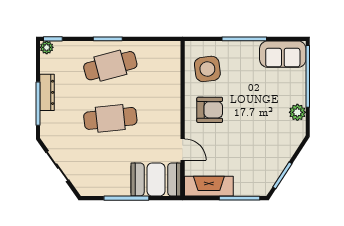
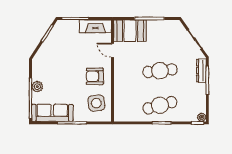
sofa: (283, 54) -> (52, 113), width x1.36
dresser: (47, 92) -> (201, 71), moved
plant: (297, 112) -> (37, 87), moved

